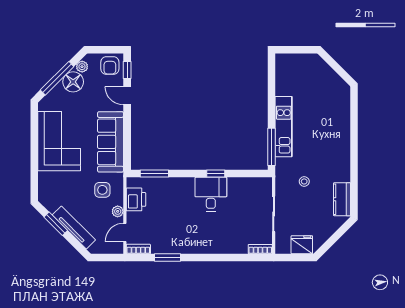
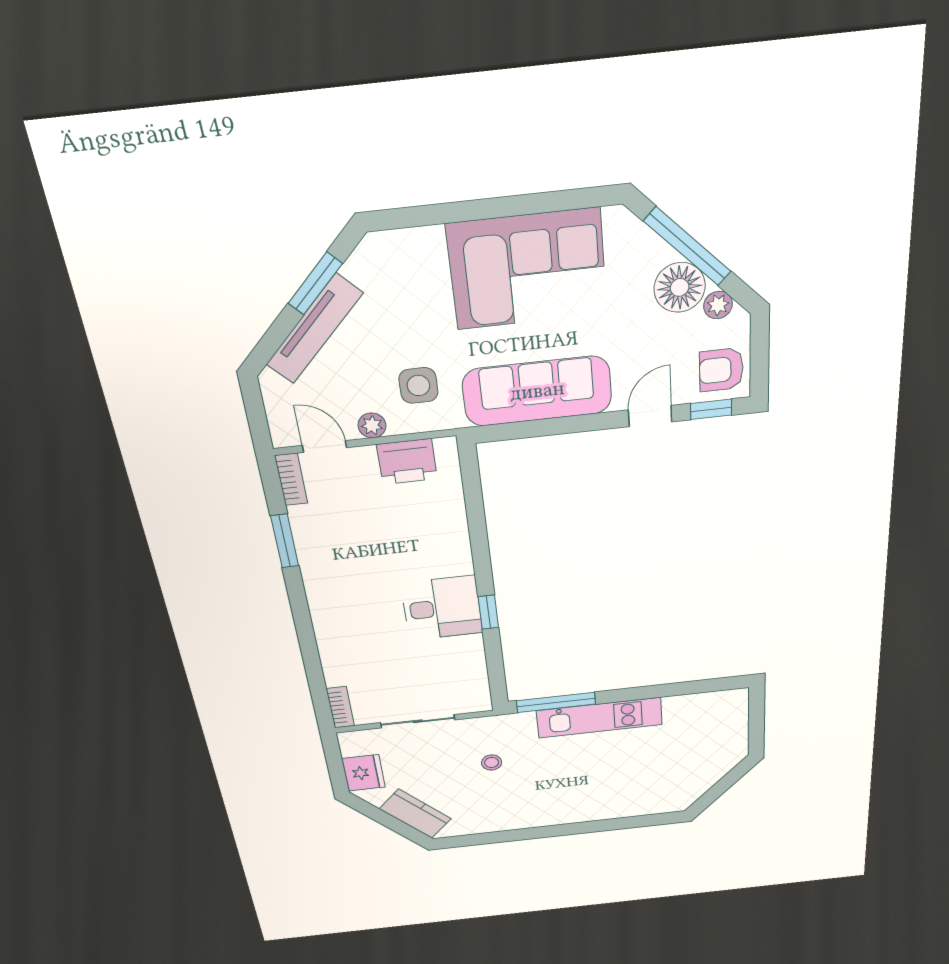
window: (154, 174) -> (473, 493), removed
kitchen counter: (342, 199) -> (415, 814), moved, turned 45

